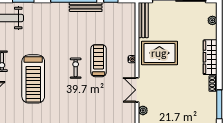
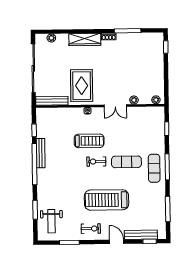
treadmill: (99, 61) -> (89, 141), turned 180
treadmill: (33, 79) -> (107, 200), turned 180
exercise mat: (75, 101) -> (126, 162), added

